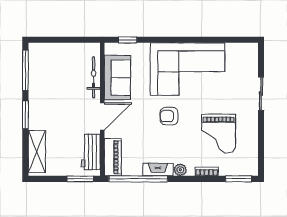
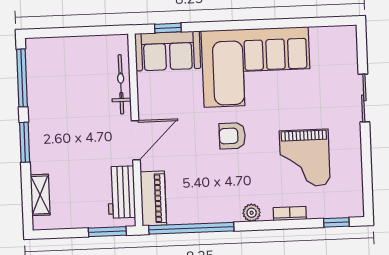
sofa: (117, 78) -> (168, 51), moved, turned 90
shelving: (37, 152) -> (40, 195), width x0.67, depth x0.75
fireplace: (158, 170) -> (219, 214), removed
window: (239, 179) -> (336, 222), width x0.67

